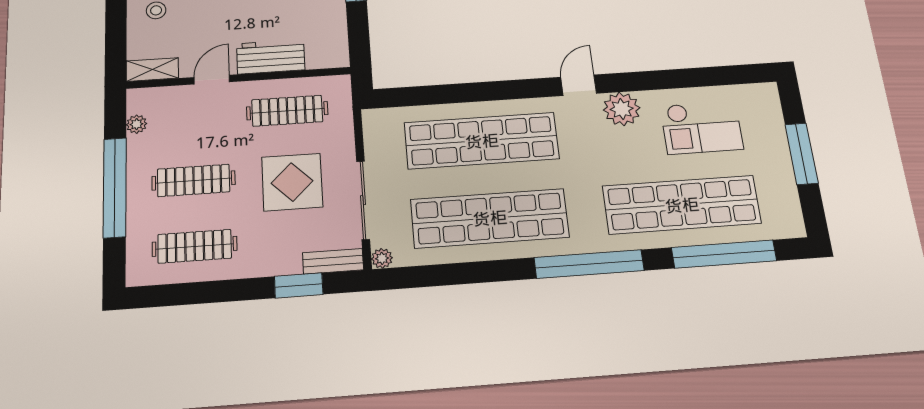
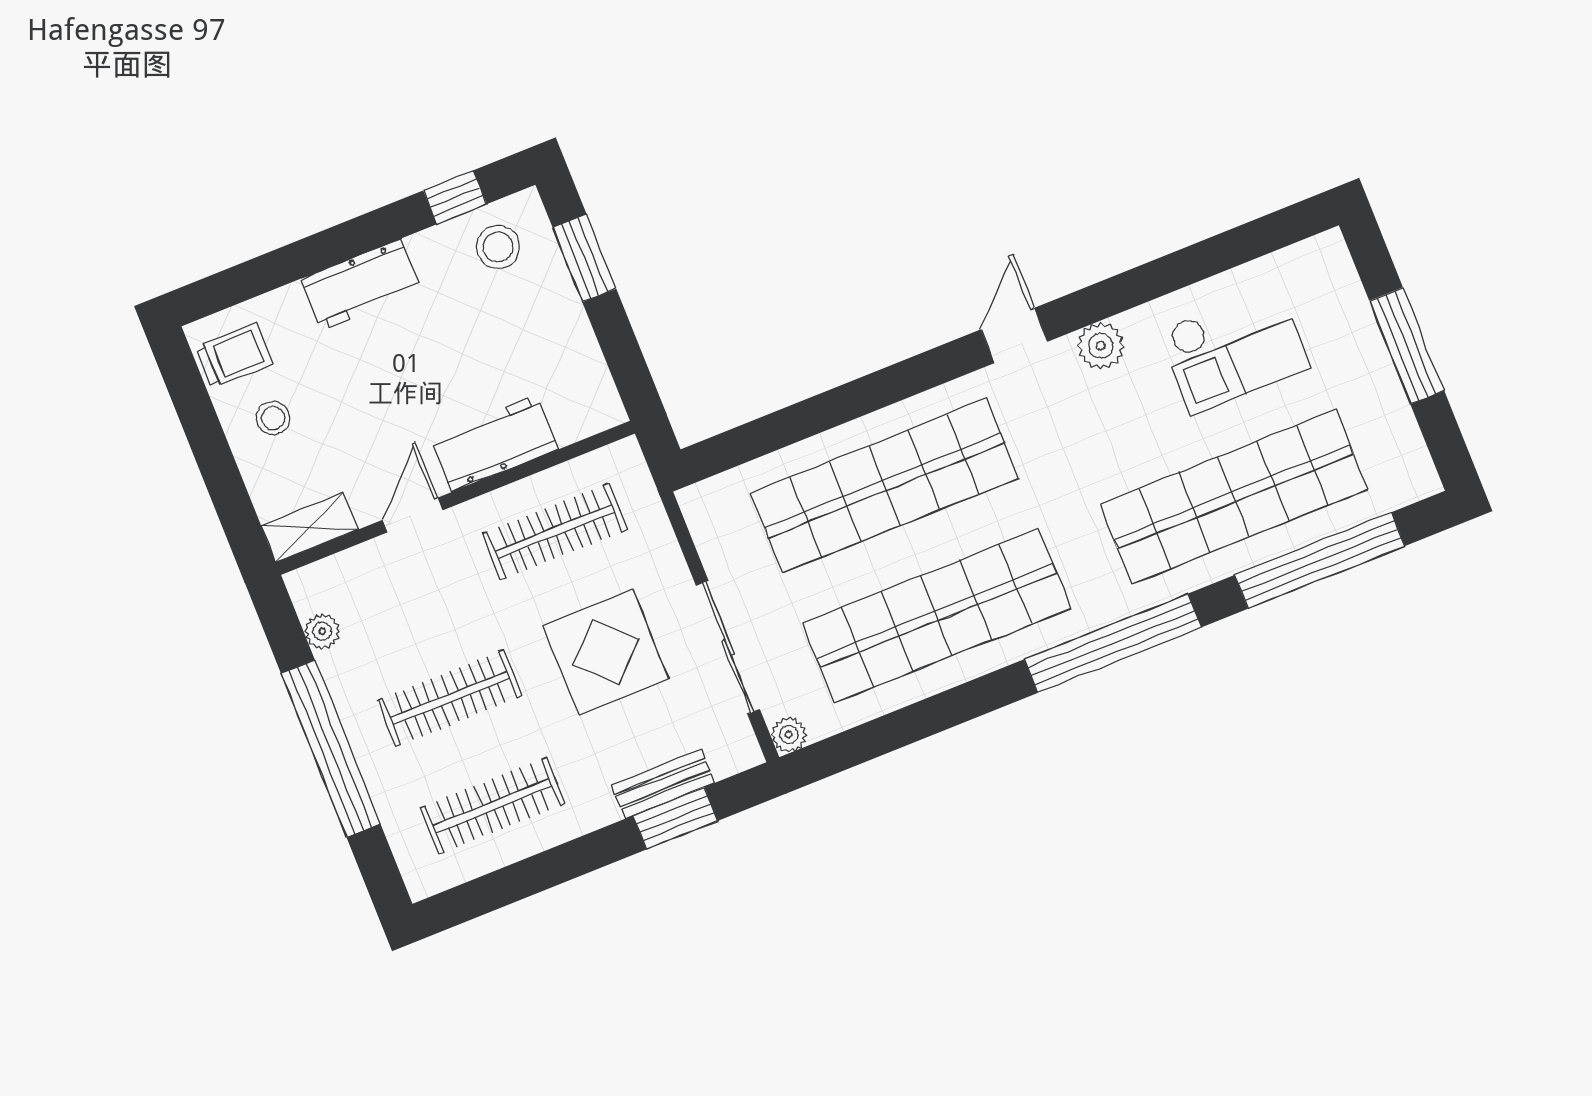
plant: (622, 109) -> (1101, 346), width x0.73, depth x0.73
bench: (333, 261) -> (663, 784), moved

